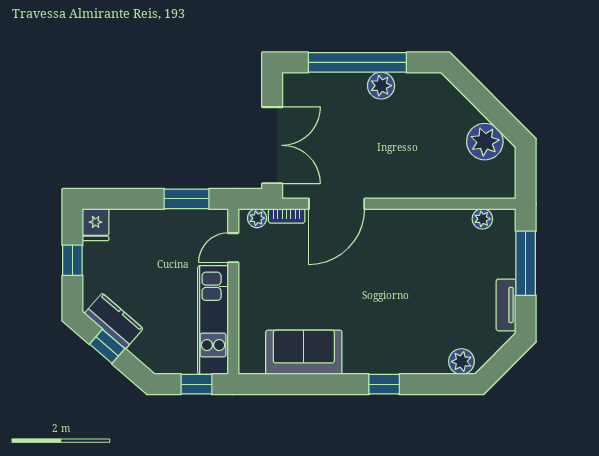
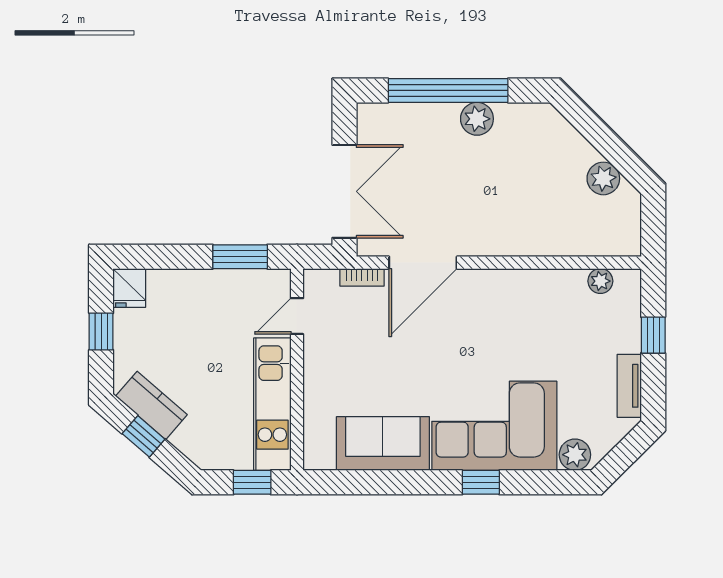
plant: (485, 142) -> (603, 178), width x0.73, depth x0.73
plant: (257, 218) -> (326, 280), removed
window: (526, 263) -> (653, 335), width x0.46
corner sofa: (395, 338) -> (494, 426), added

